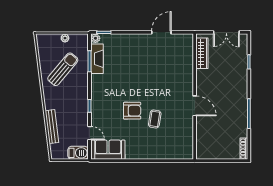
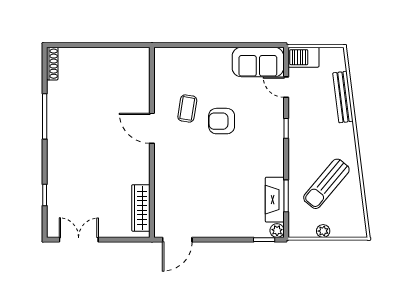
wardrobe: (202, 53) -> (141, 208), moved
wall: (195, 97) -> (152, 142), moved
door: (195, 106) -> (152, 128), moved

